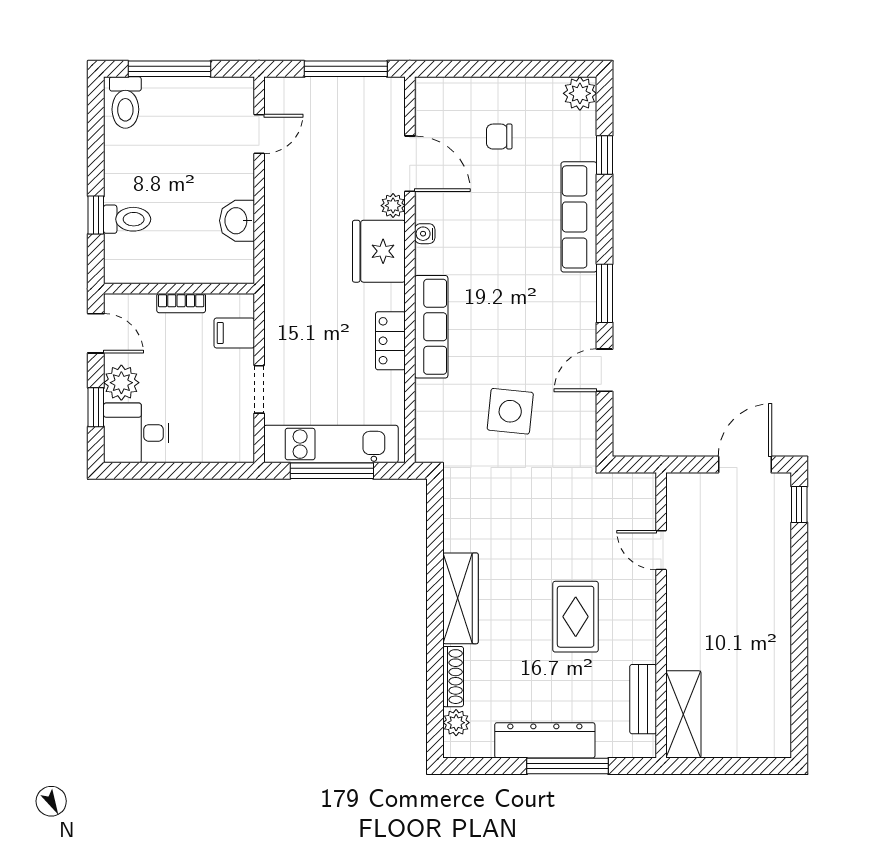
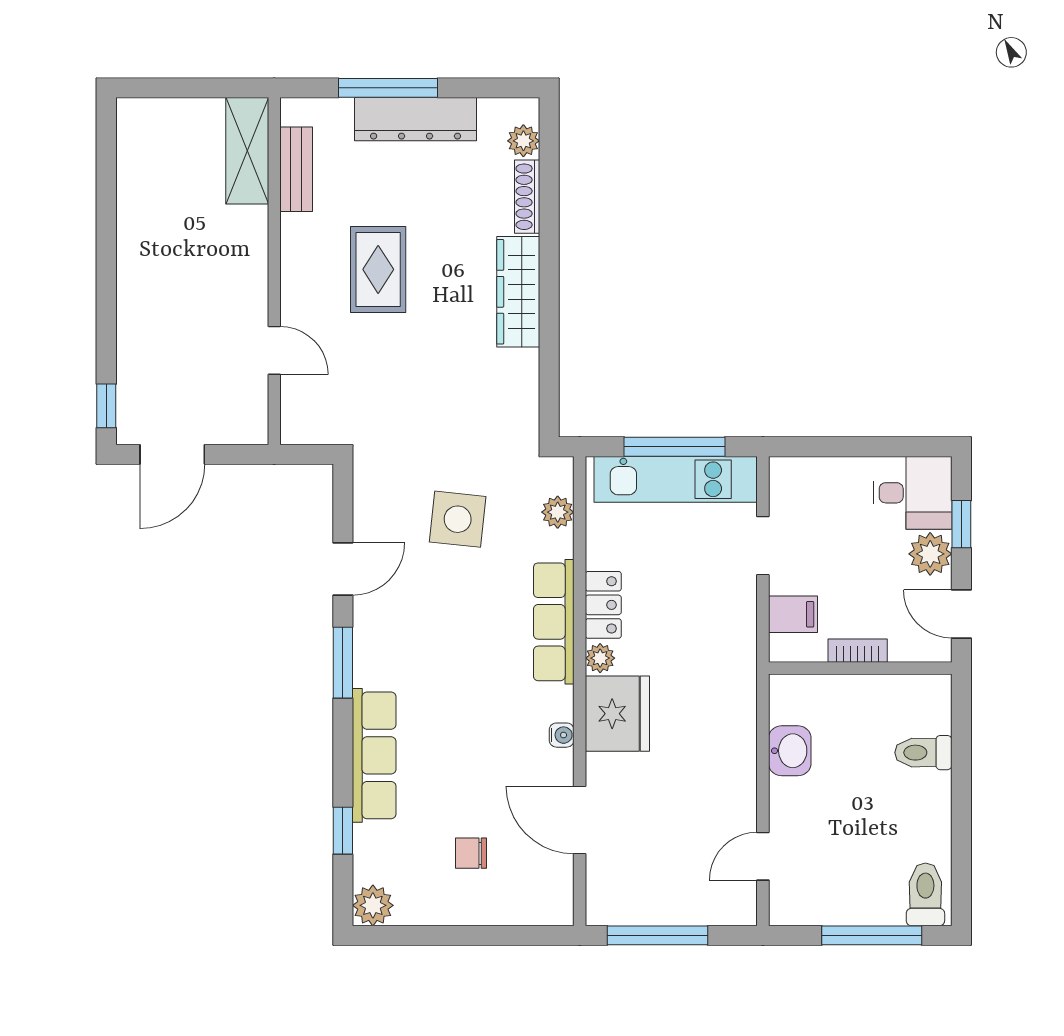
chair: (499, 137) -> (471, 853), turned 180
plant: (393, 206) -> (600, 658), moved
window: (96, 215) -> (961, 758), removed
plant: (428, 417) -> (558, 512), added

